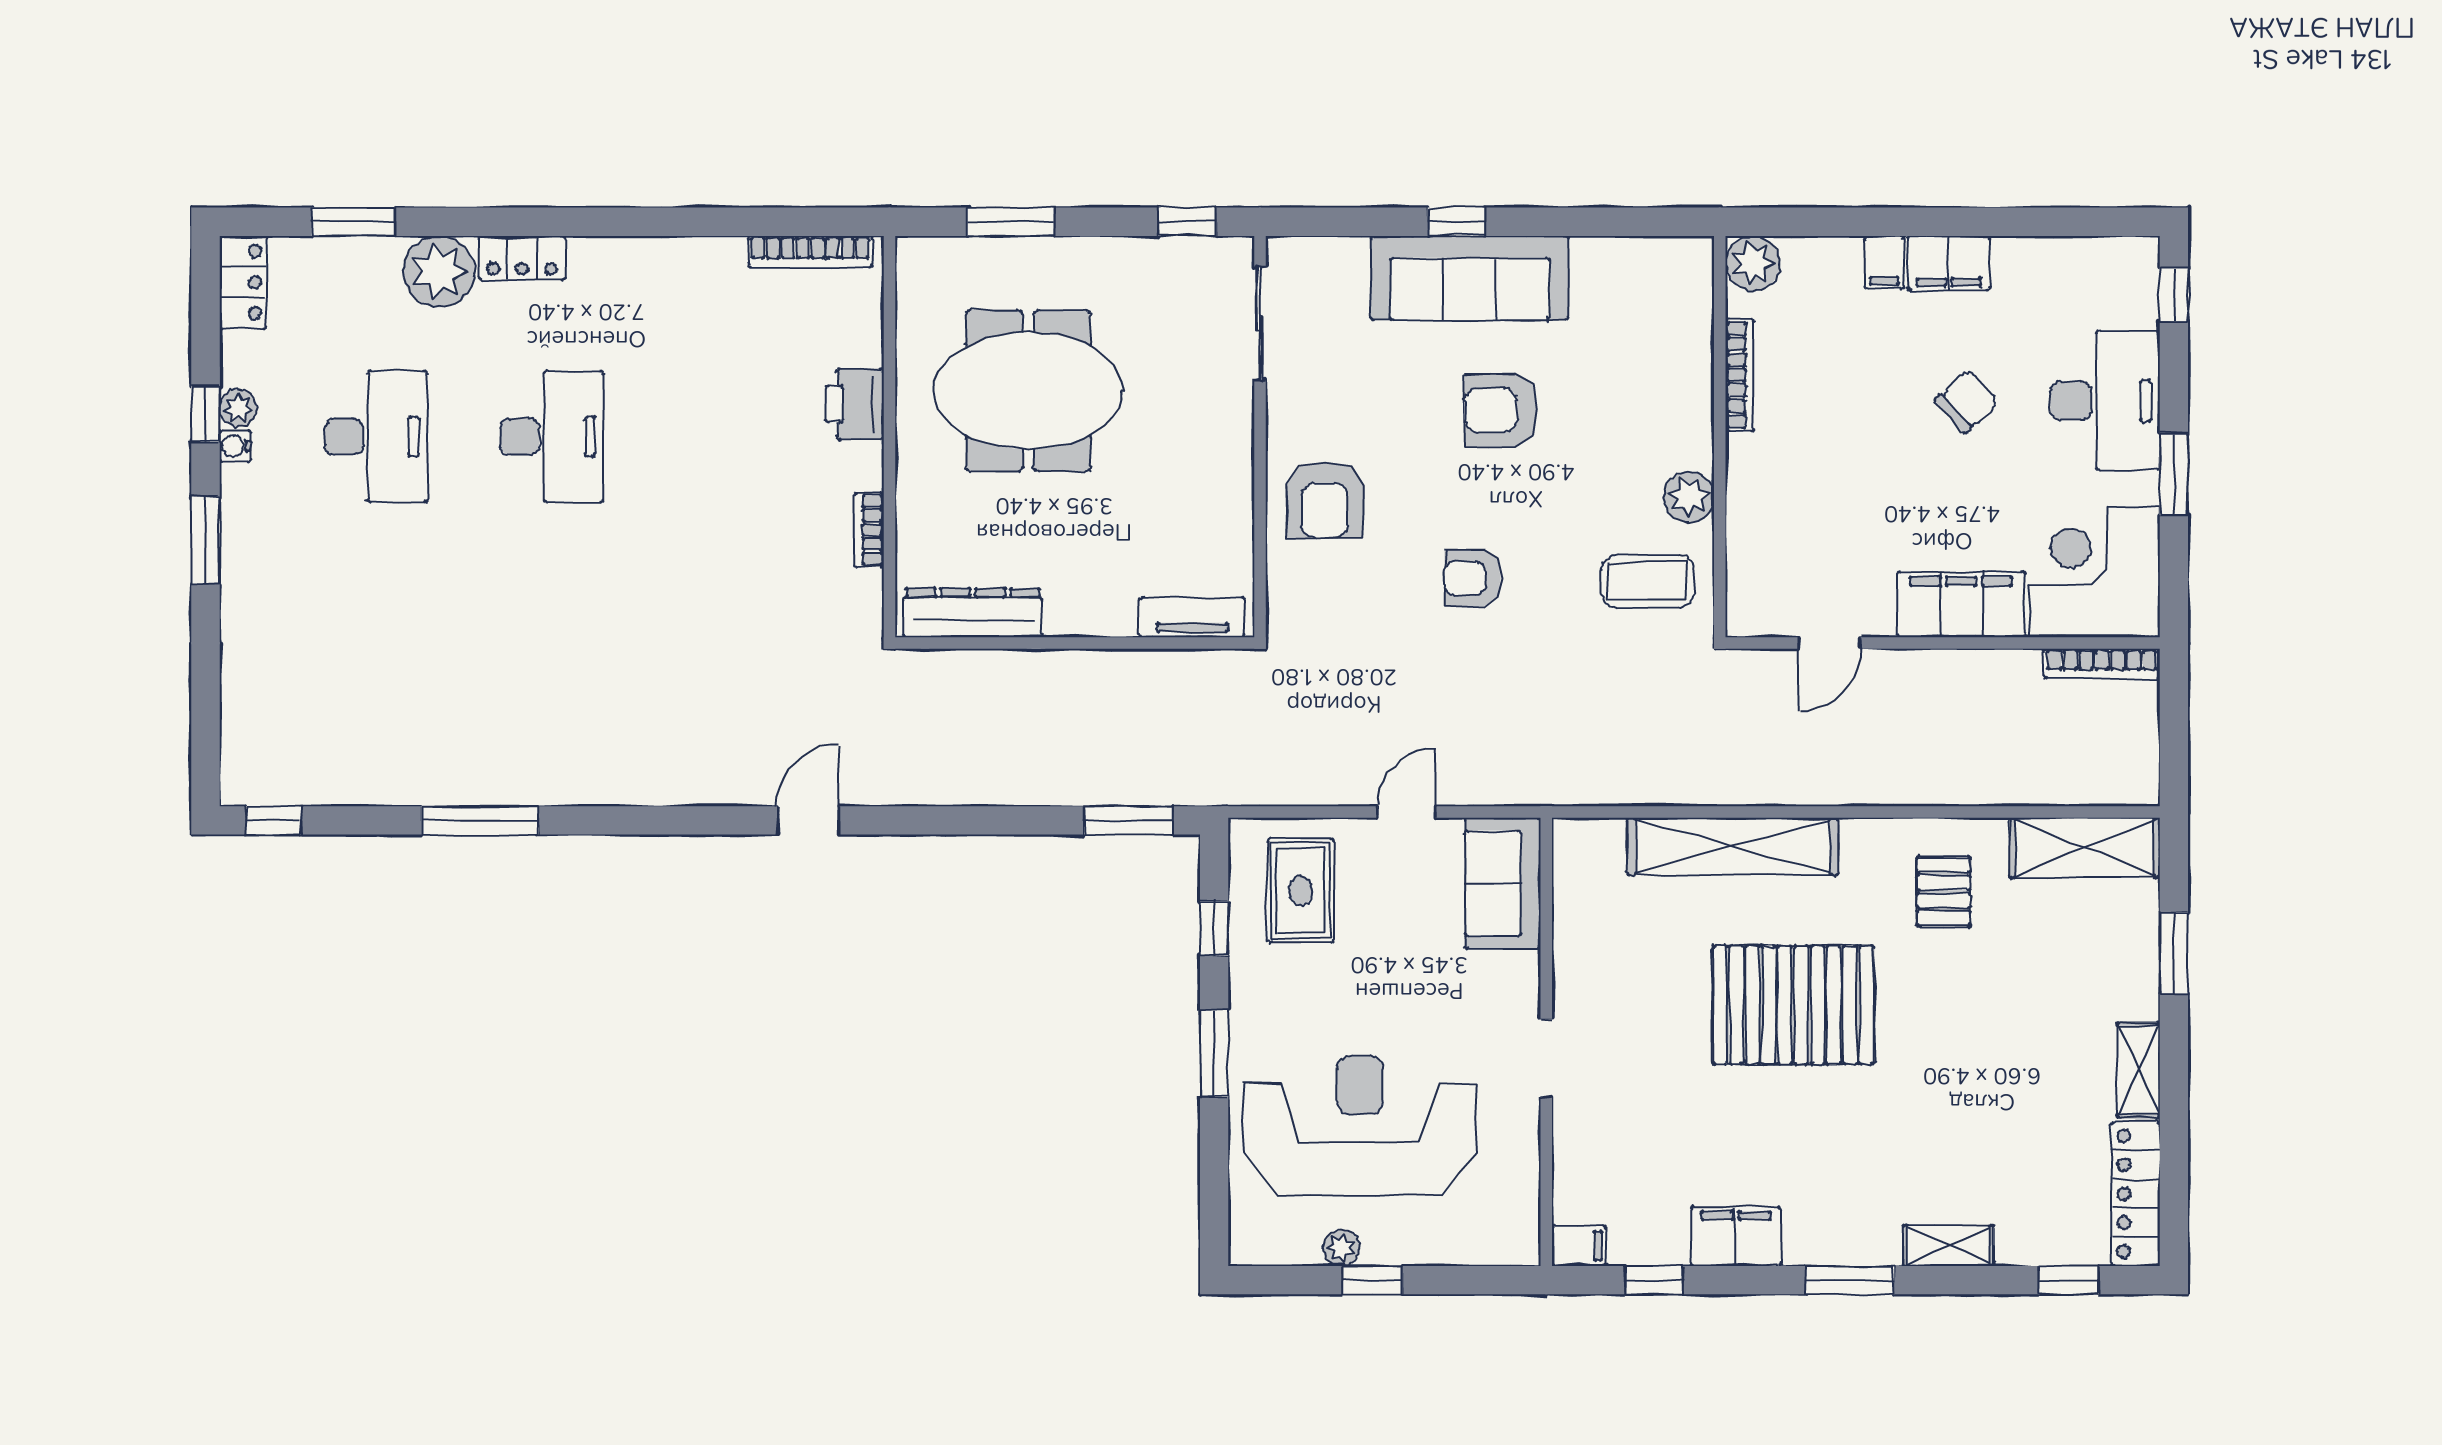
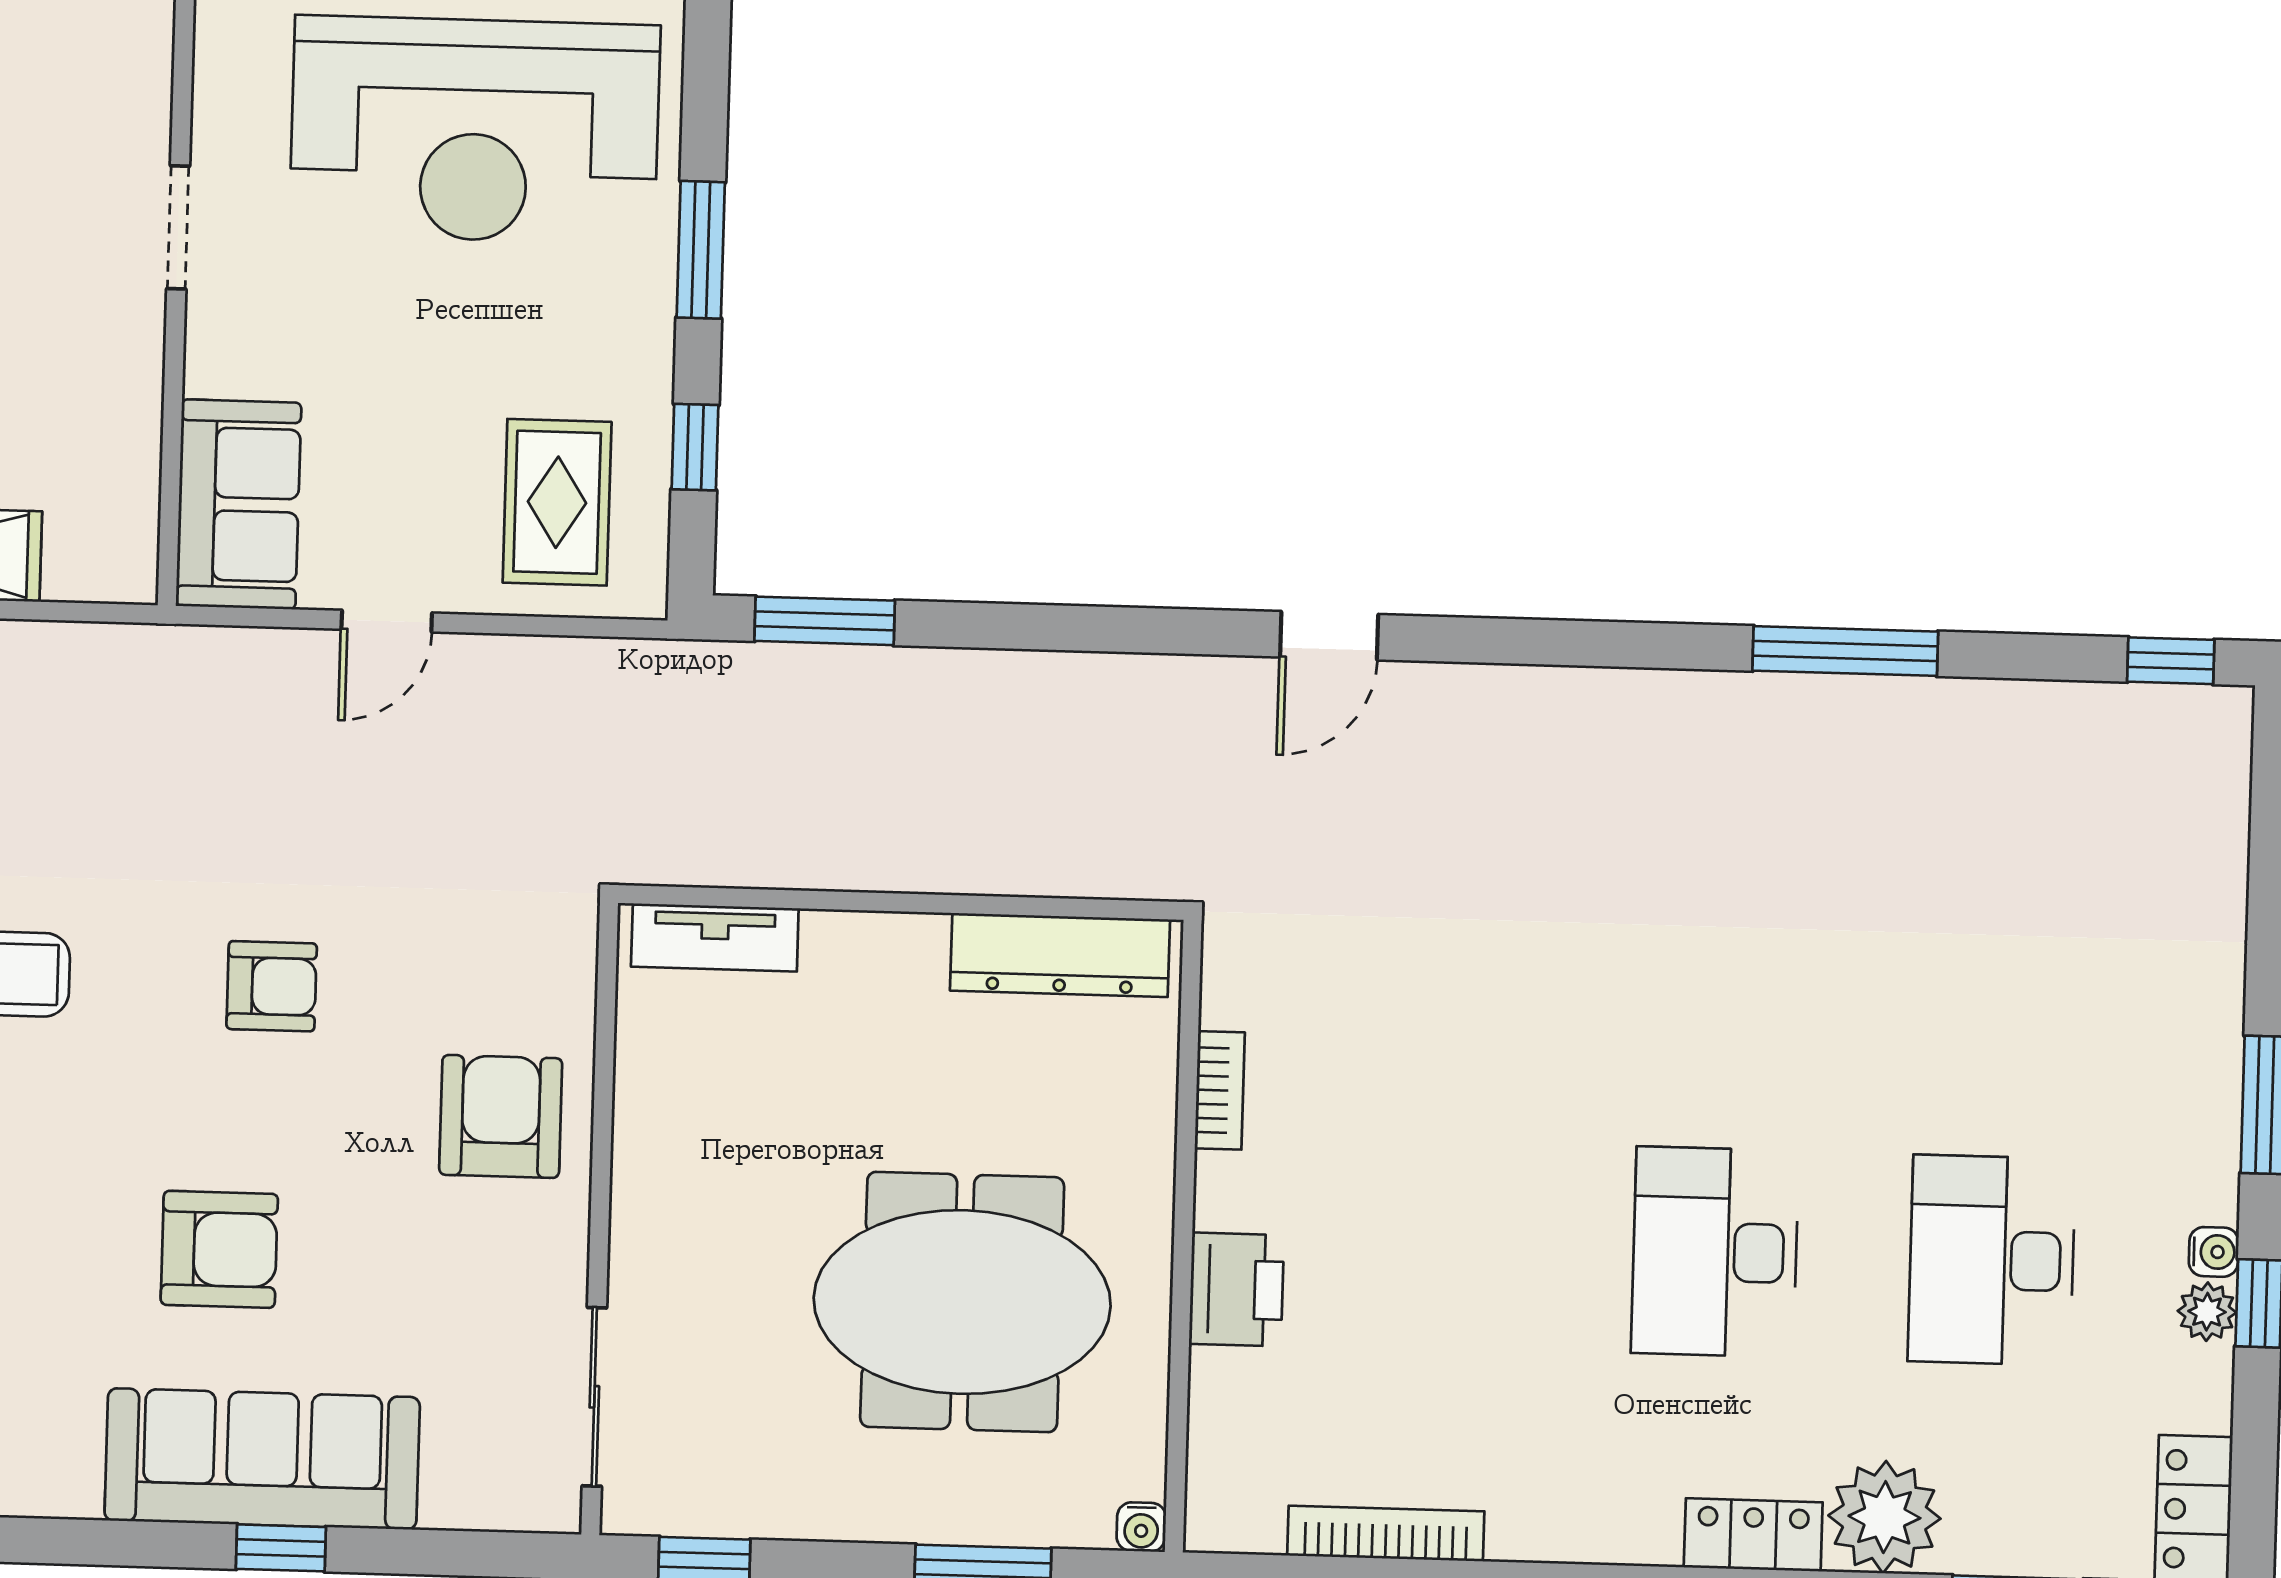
water cooler: (911, 251) -> (1141, 1527), added
bookcase: (810, 252) -> (1386, 1533), moved

